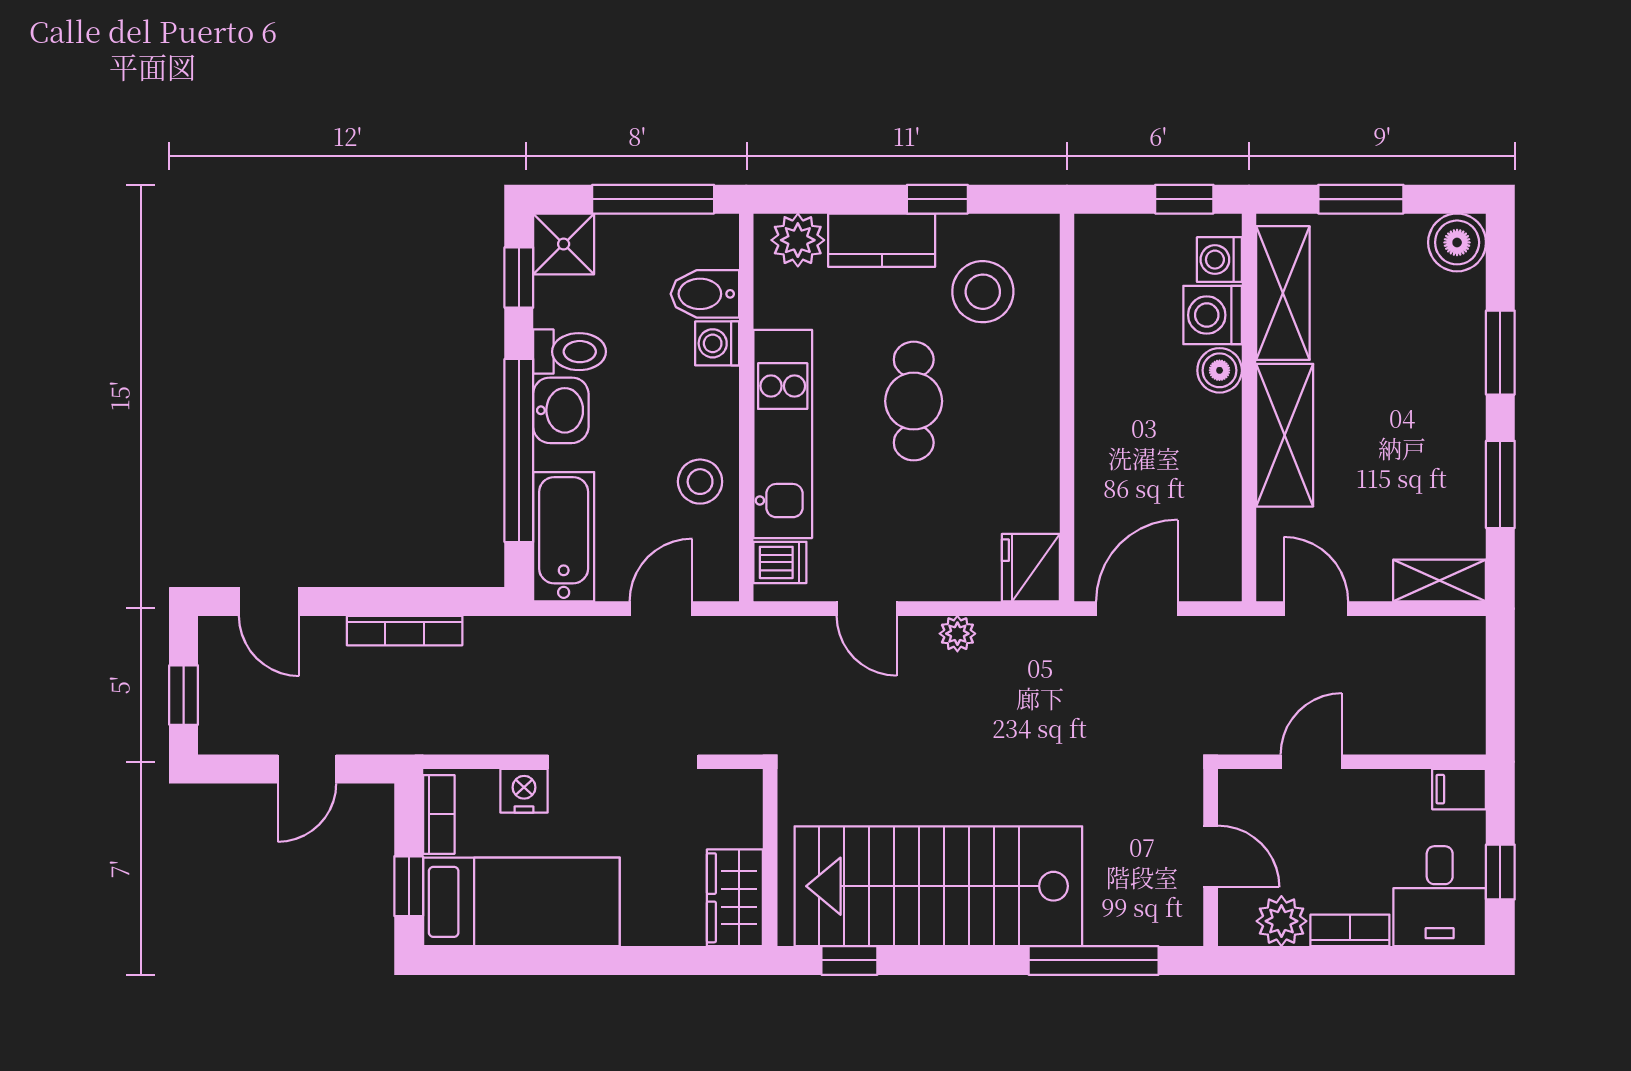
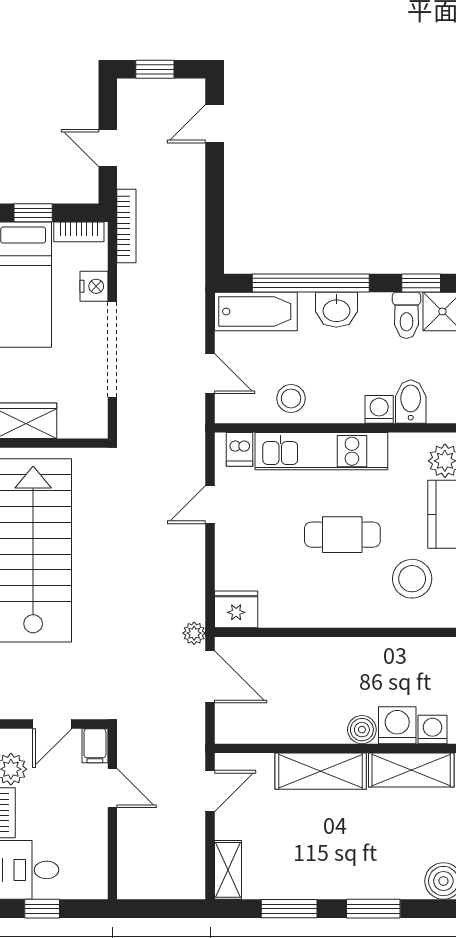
toilet: (570, 352) -> (406, 315), moved
bookcase: (405, 631) -> (126, 226), moved, turned 180
plant: (957, 634) -> (194, 633), moved
filing cabinet: (1459, 789) -> (95, 746), moved, turned 180

